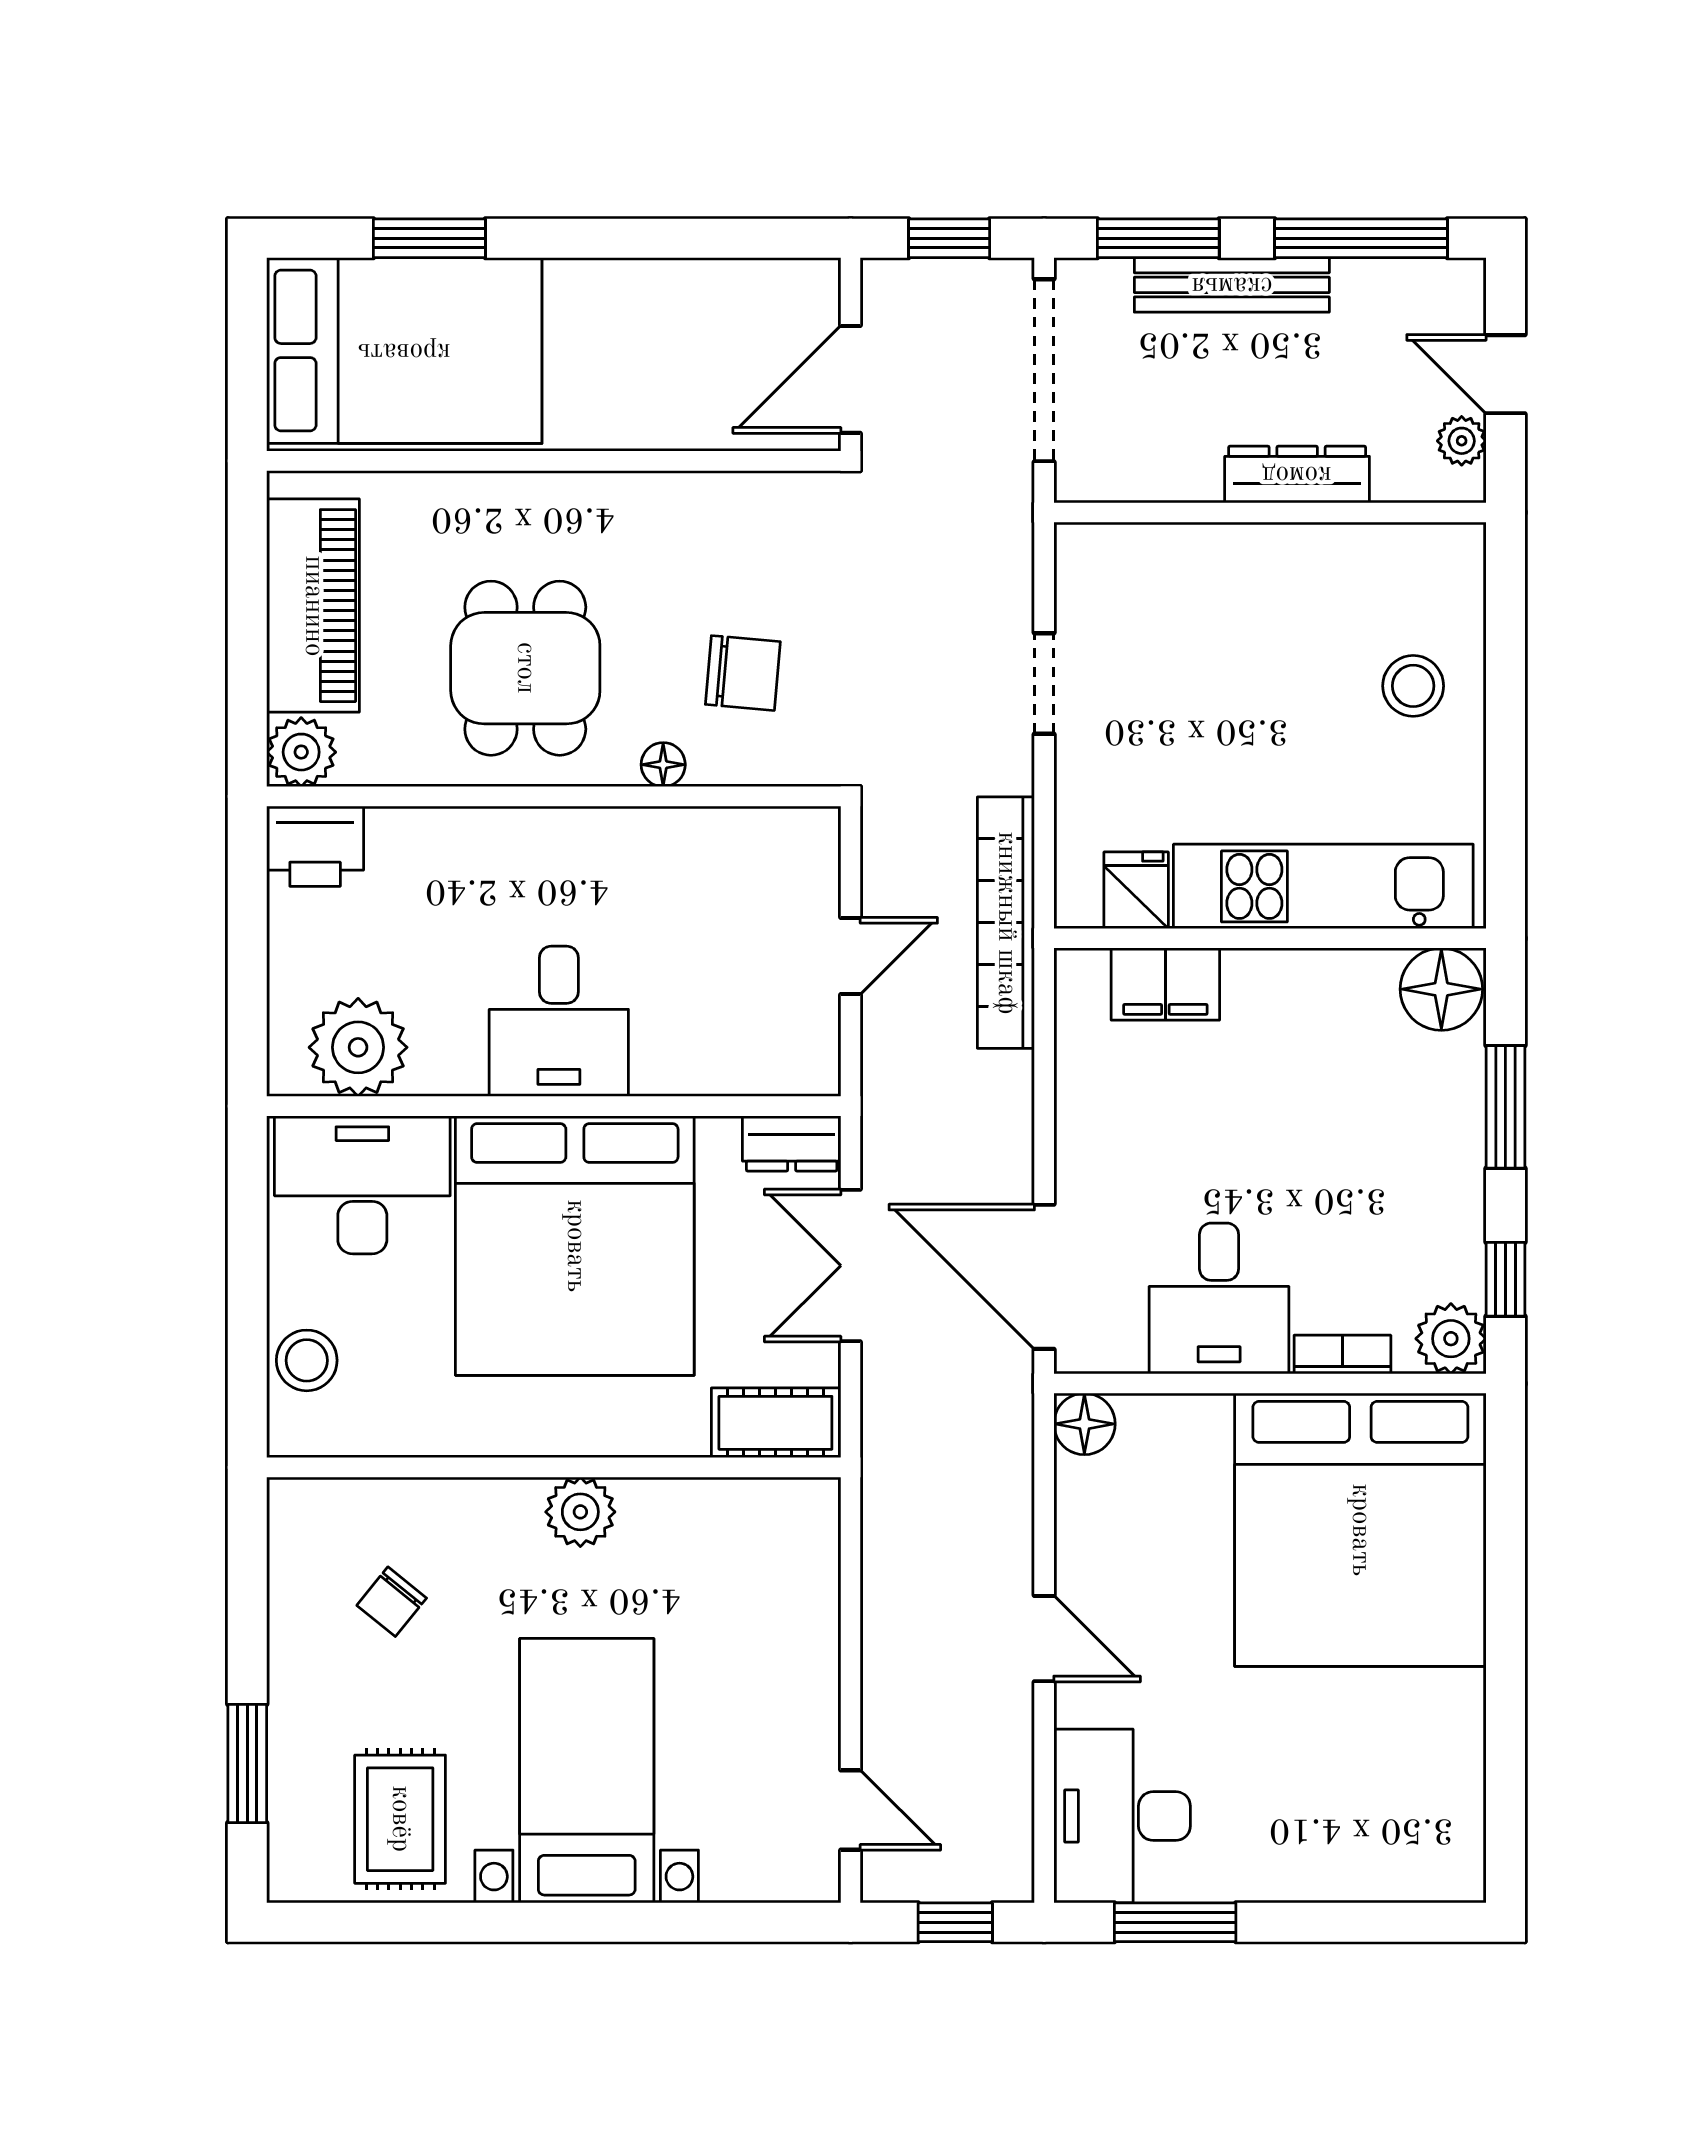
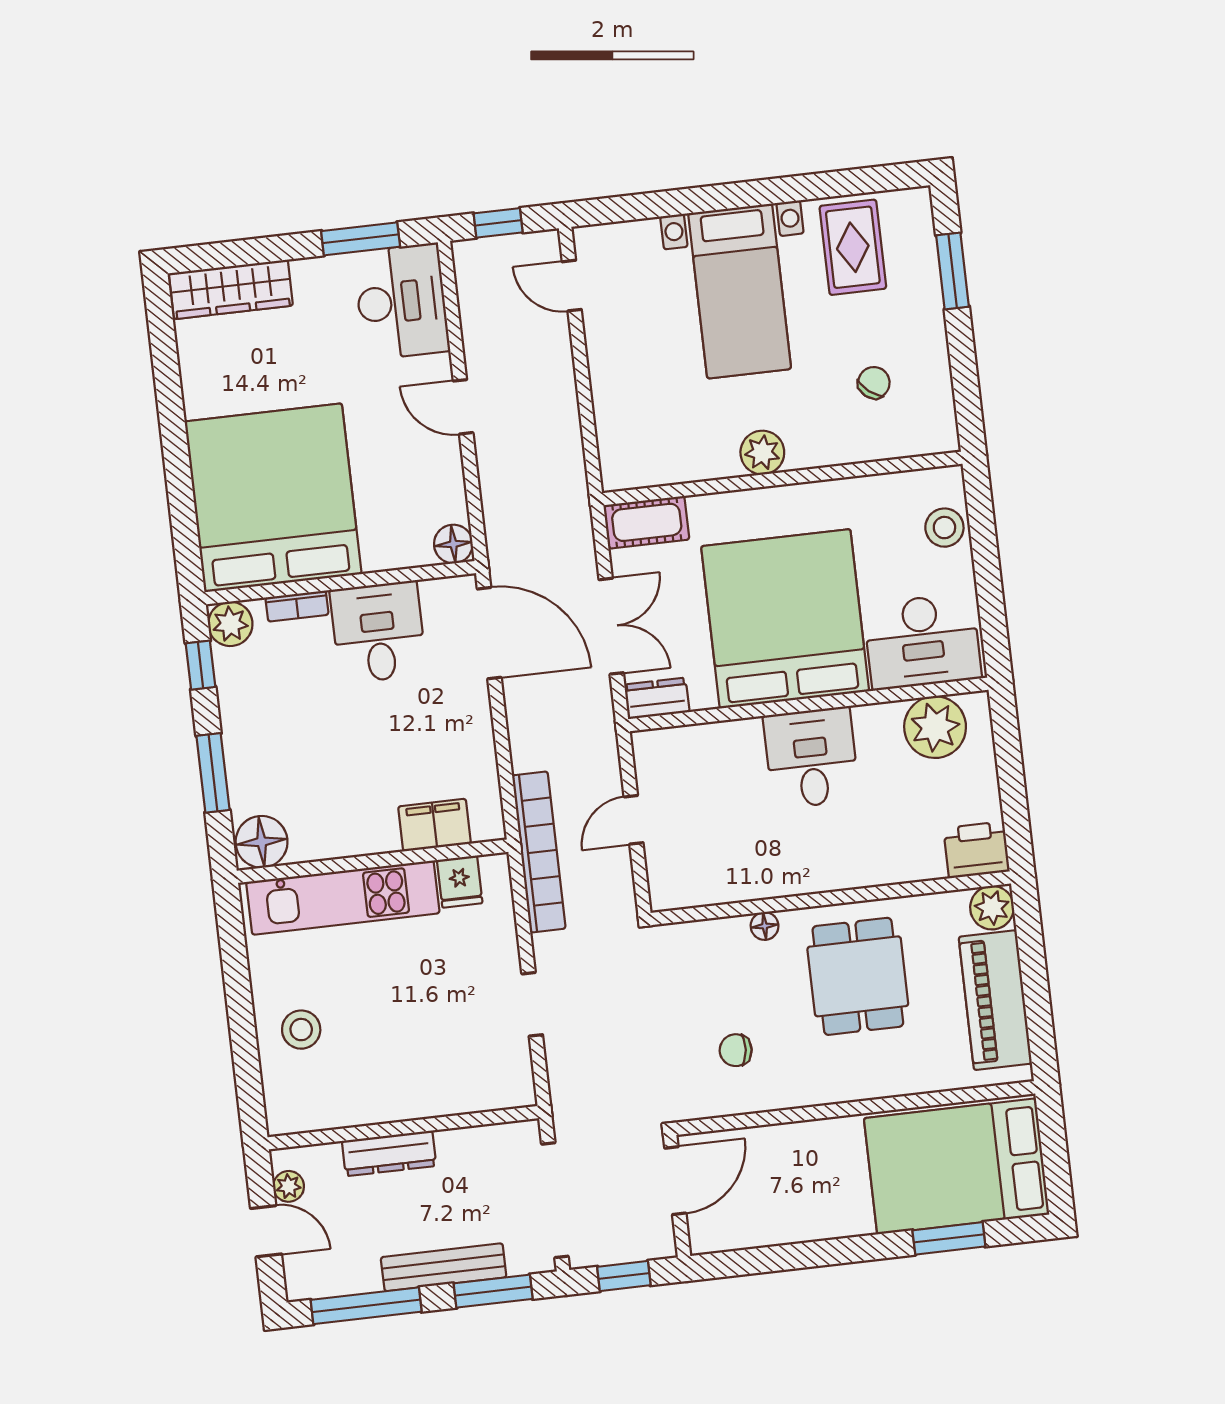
chair: (743, 673) -> (736, 1050), moved, width x0.73, depth x0.73
wardrobe: (1389, 1866) -> (231, 289), added

